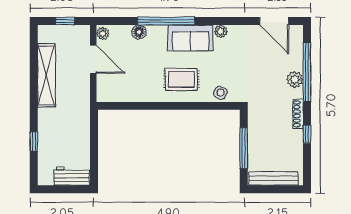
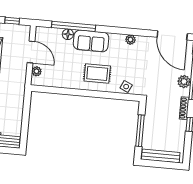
window: (166, 21) -> (74, 26), moved
door: (274, 21) -> (172, 35), width x1.36
plant: (103, 33) -> (37, 71), moved
sofa: (190, 38) -> (91, 41), moved

